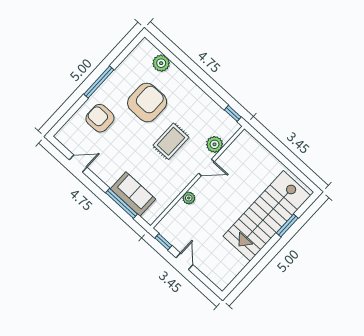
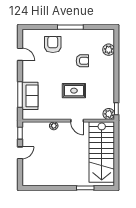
armchair: (147, 102) -> (82, 61), width x0.53, depth x0.53
plant: (215, 144) -> (109, 114), moved
stairs: (267, 216) -> (102, 152), moved, turned -90

